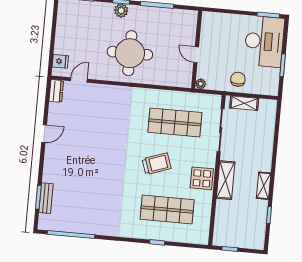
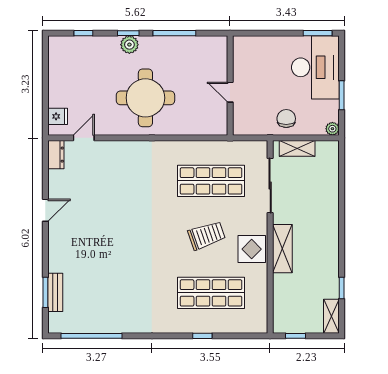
plant: (201, 84) -> (332, 129), moved
trolley: (157, 164) -> (207, 235), moved
shelving: (264, 186) -> (331, 316), moved

